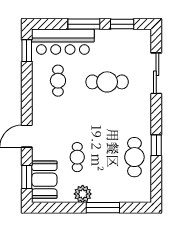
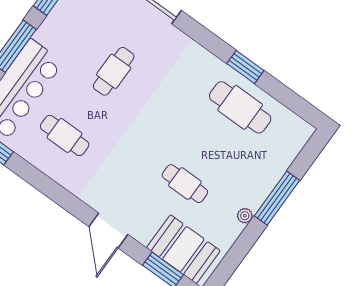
cafe table: (107, 82) -> (114, 71), width x0.73, depth x0.74
plant: (83, 194) -> (245, 216), width x0.53, depth x0.53

